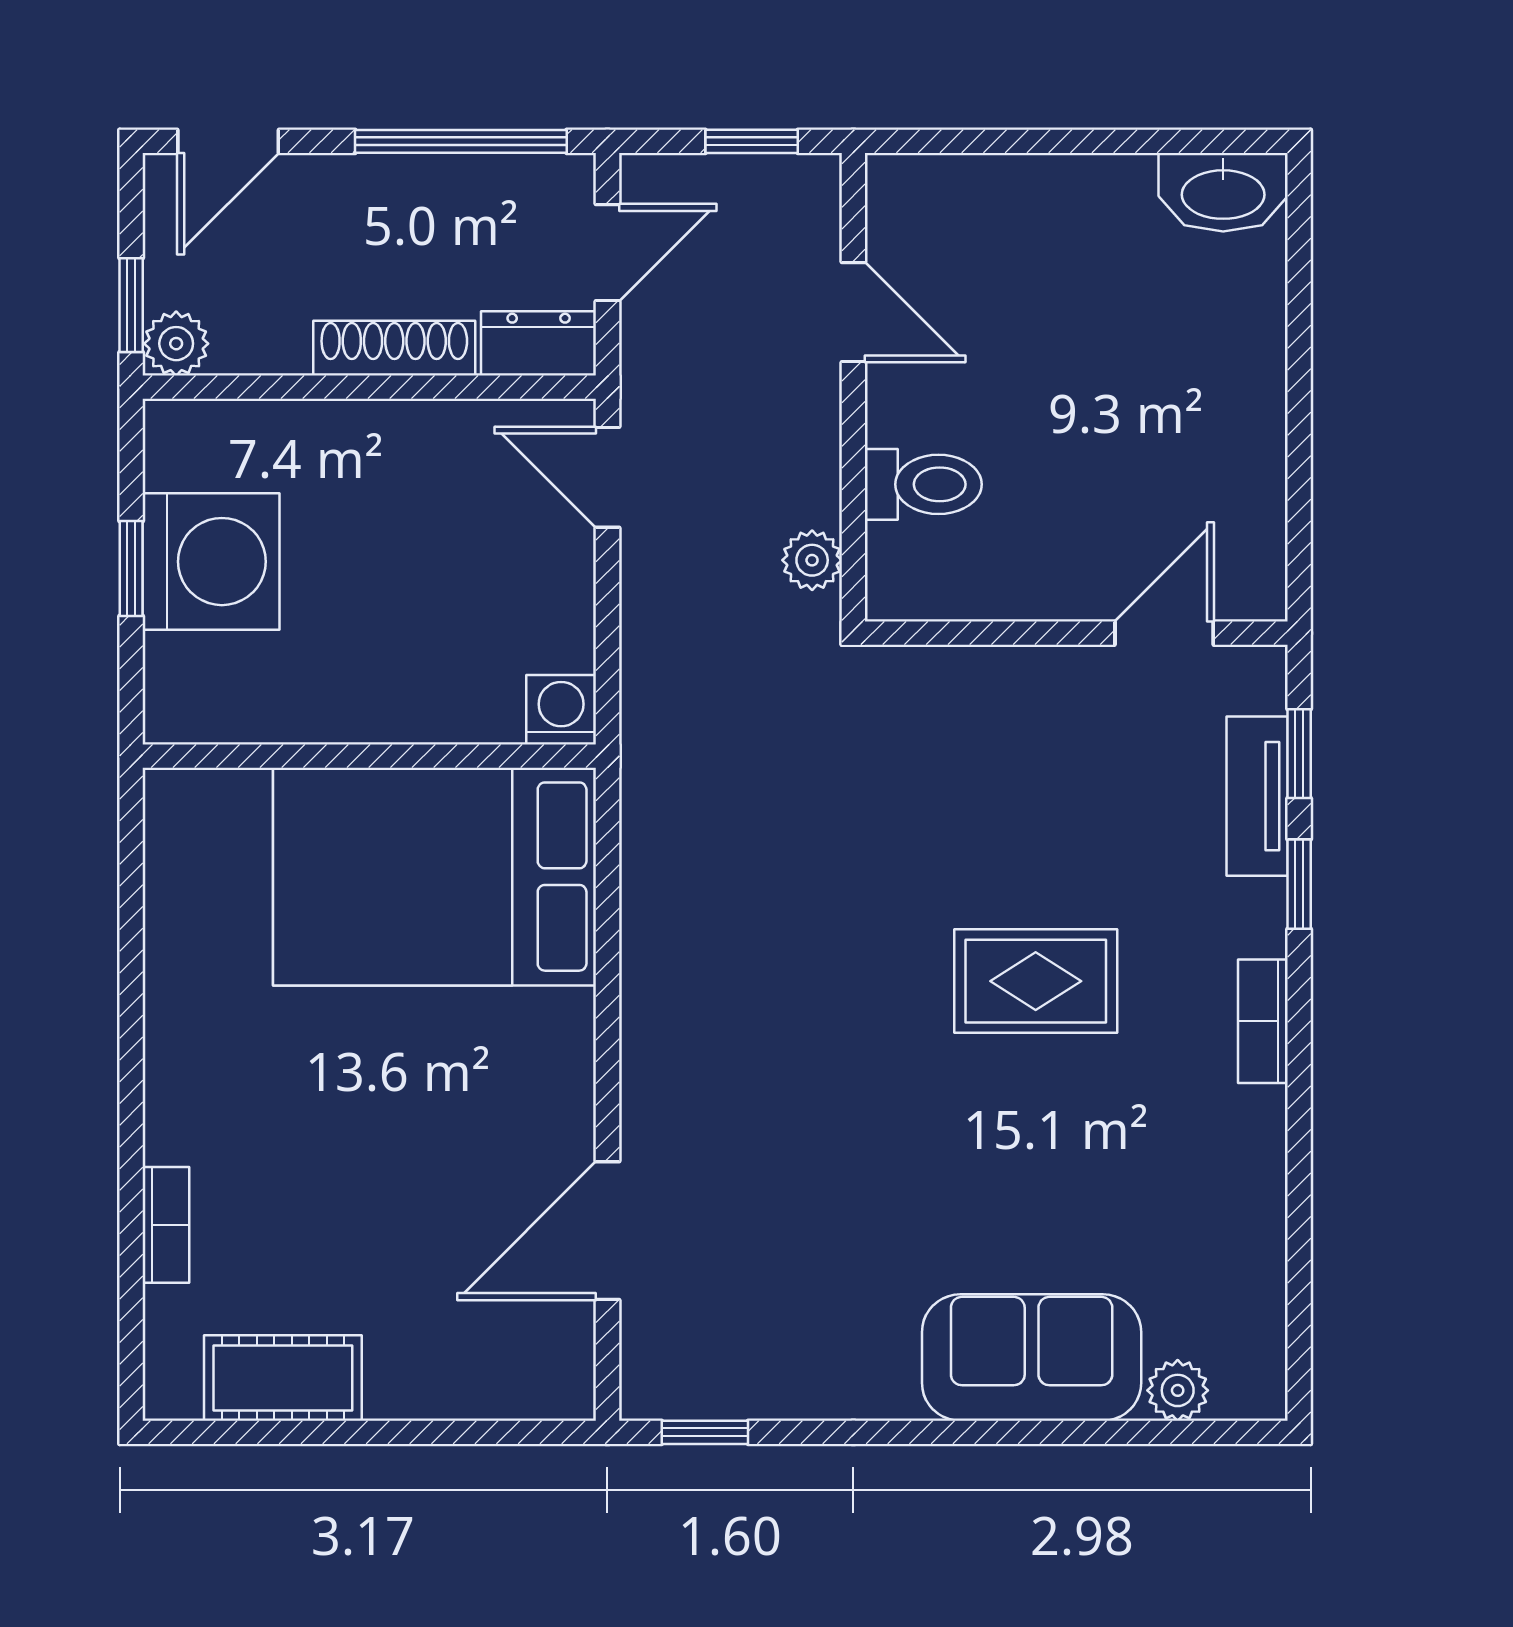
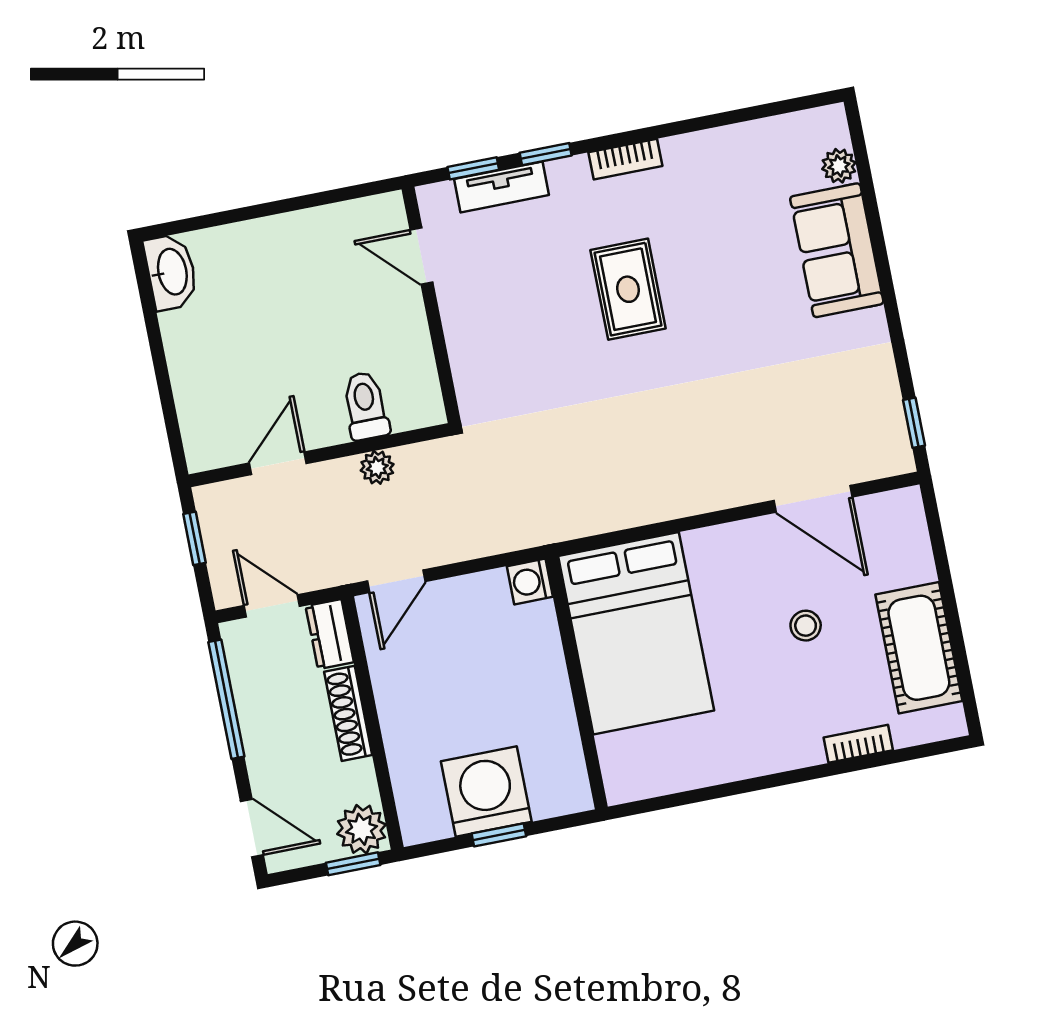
plant: (176, 344) -> (362, 829), width x1.38, depth x1.38
plant: (812, 560) -> (377, 467), moved
stool: (390, 1174) -> (806, 626), added
cot: (283, 1378) -> (919, 648), width x1.37, depth x1.34

